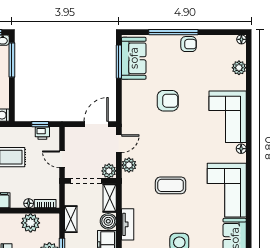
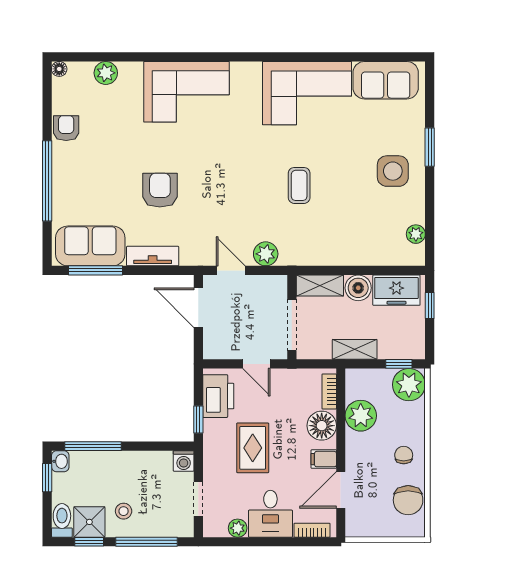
armchair: (189, 44) -> (66, 128), moved
window: (40, 124) -> (198, 419), moved
printer: (42, 133) -> (218, 396), width x1.87, depth x1.48
floor lamp: (241, 149) -> (239, 69), removed
door: (62, 159) -> (256, 364), hinge flipped
plant: (109, 171) -> (275, 287), removed
coffee table: (171, 185) -> (299, 185), width x0.73, depth x0.77
floor lamp: (29, 203) -> (322, 426), width x1.89, depth x1.89
tv unit: (128, 224) -> (153, 256), moved

